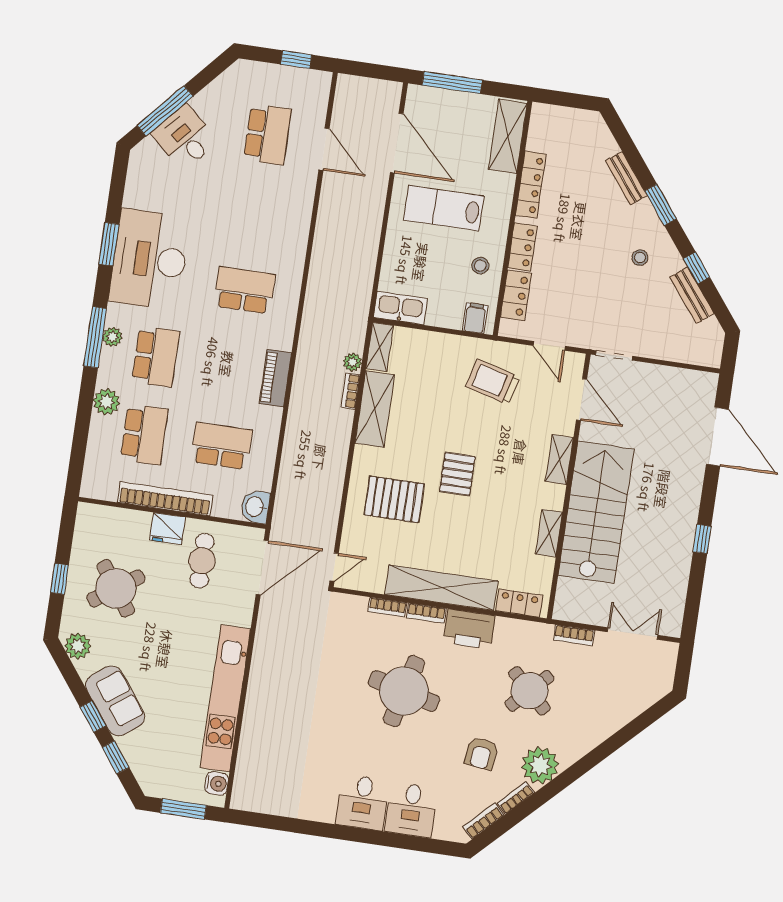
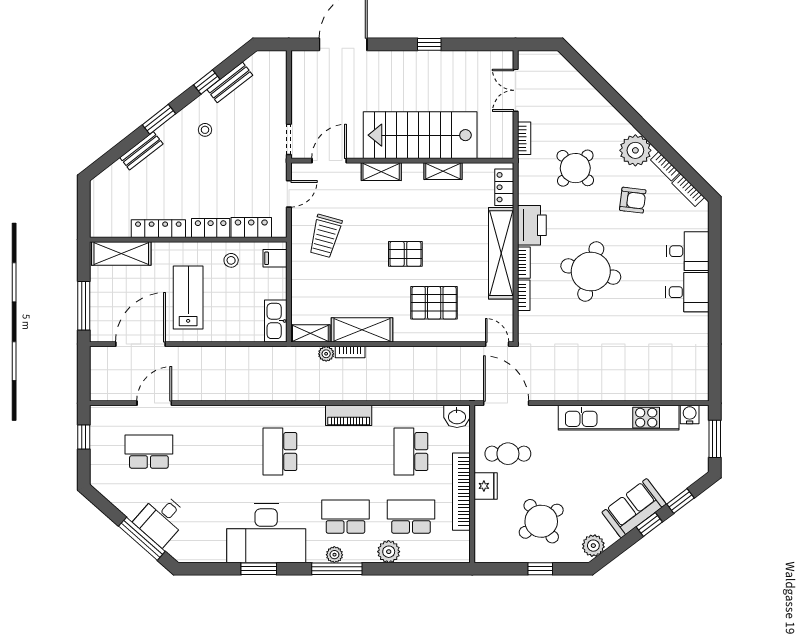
lab bench: (444, 208) -> (188, 297), turned 180
pallet: (394, 499) -> (434, 303), turned 90

